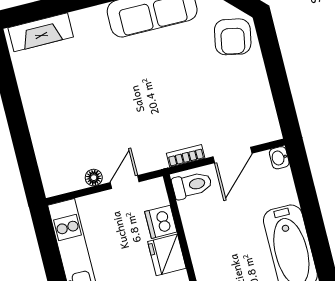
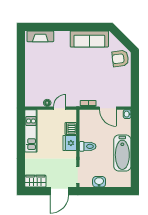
armchair: (233, 37) -> (120, 58), turned 72
door: (232, 155) -> (108, 108), hinge flipped
toilet: (192, 185) -> (88, 146), moved

